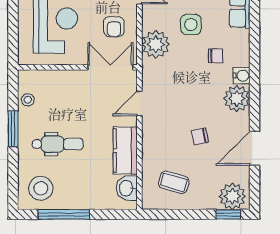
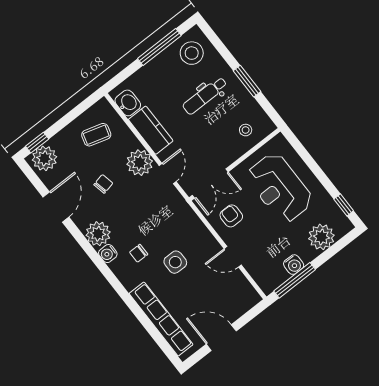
plant: (156, 44) -> (140, 163), moved
stool: (28, 100) -> (246, 130), moved

